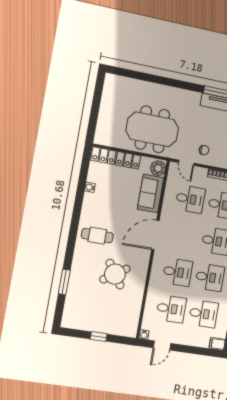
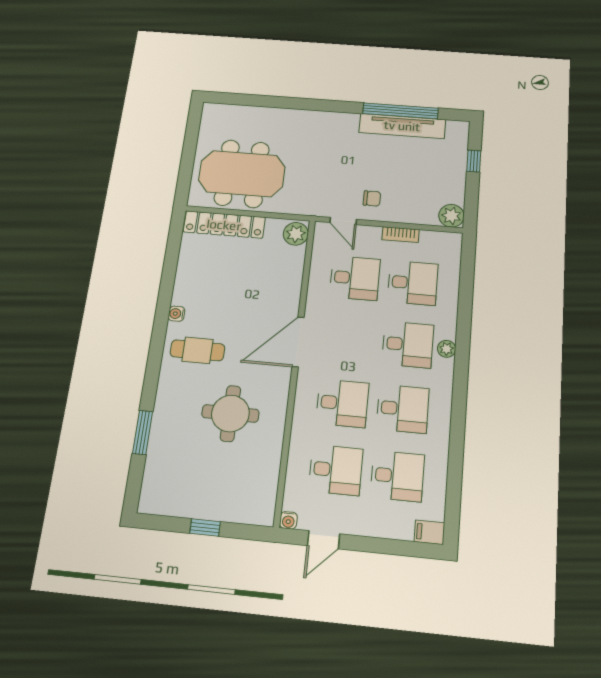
meeting table: (152, 129) -> (242, 174), moved
water cooler: (90, 187) -> (176, 314), moved
sofa: (151, 194) -> (286, 275), removed
round table: (115, 274) -> (230, 413), turned 34

